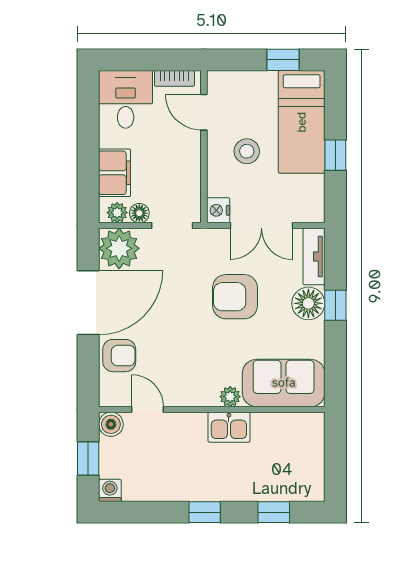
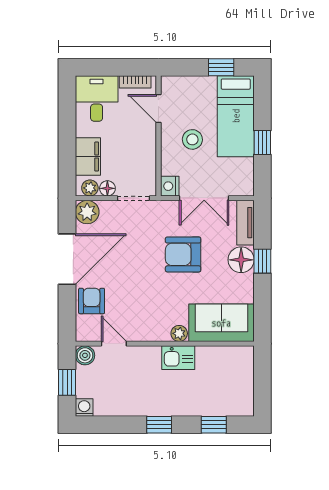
plant: (119, 248) -> (87, 212), width x0.73, depth x0.73
armchair: (119, 356) -> (92, 301), turned -90

